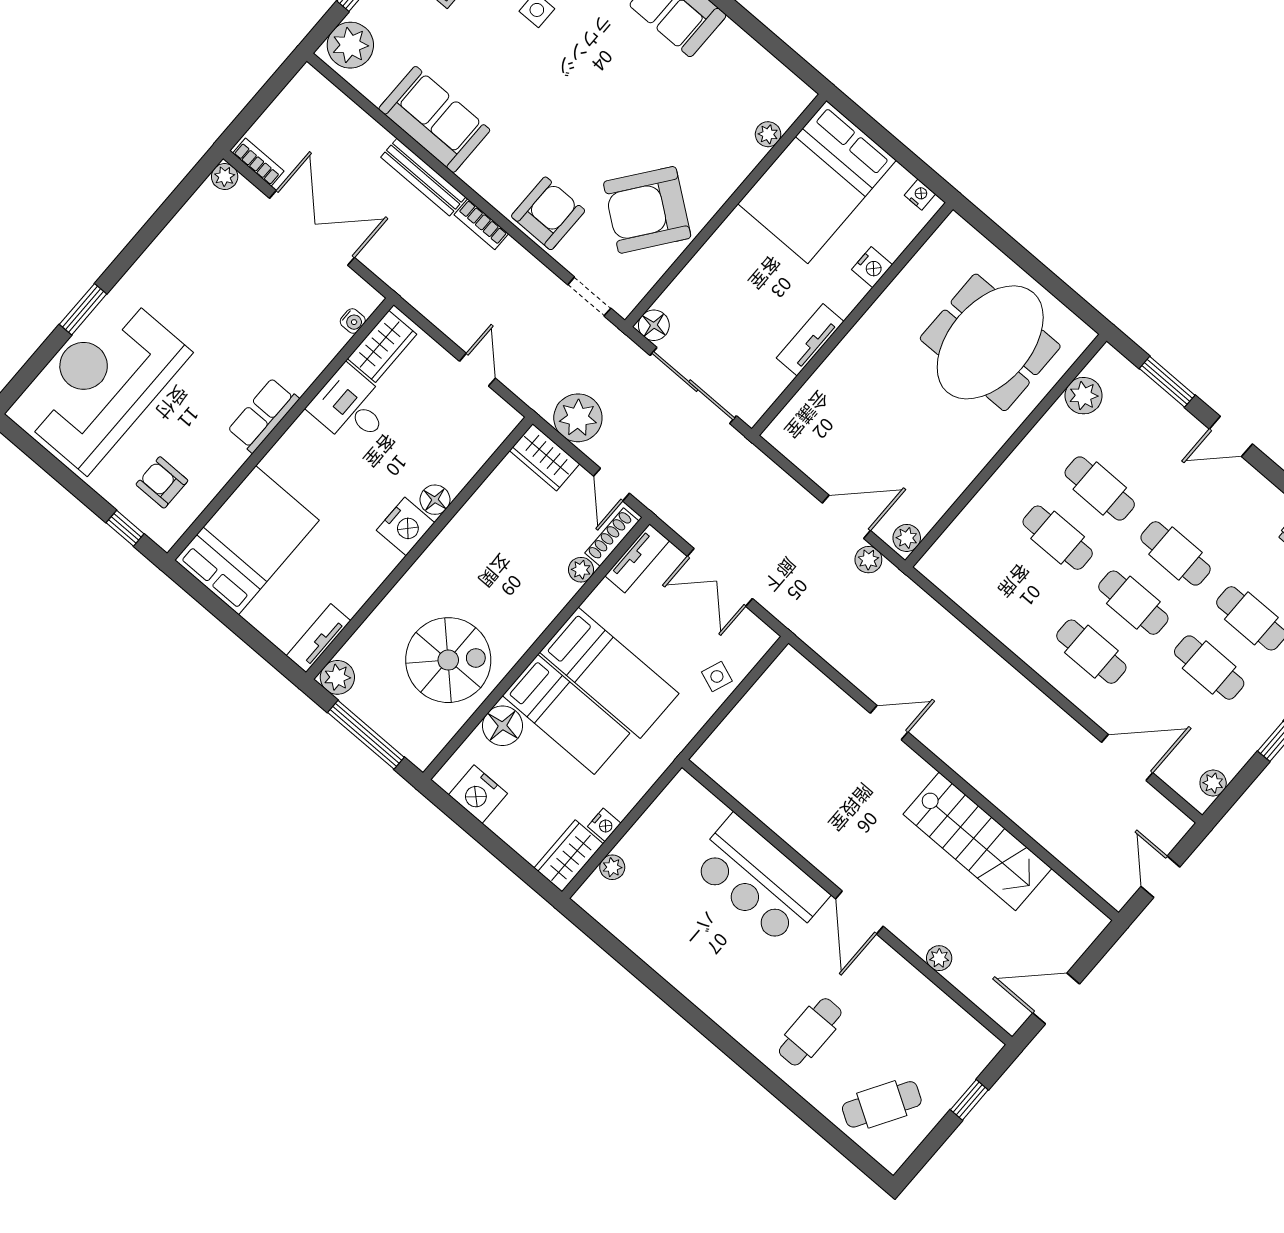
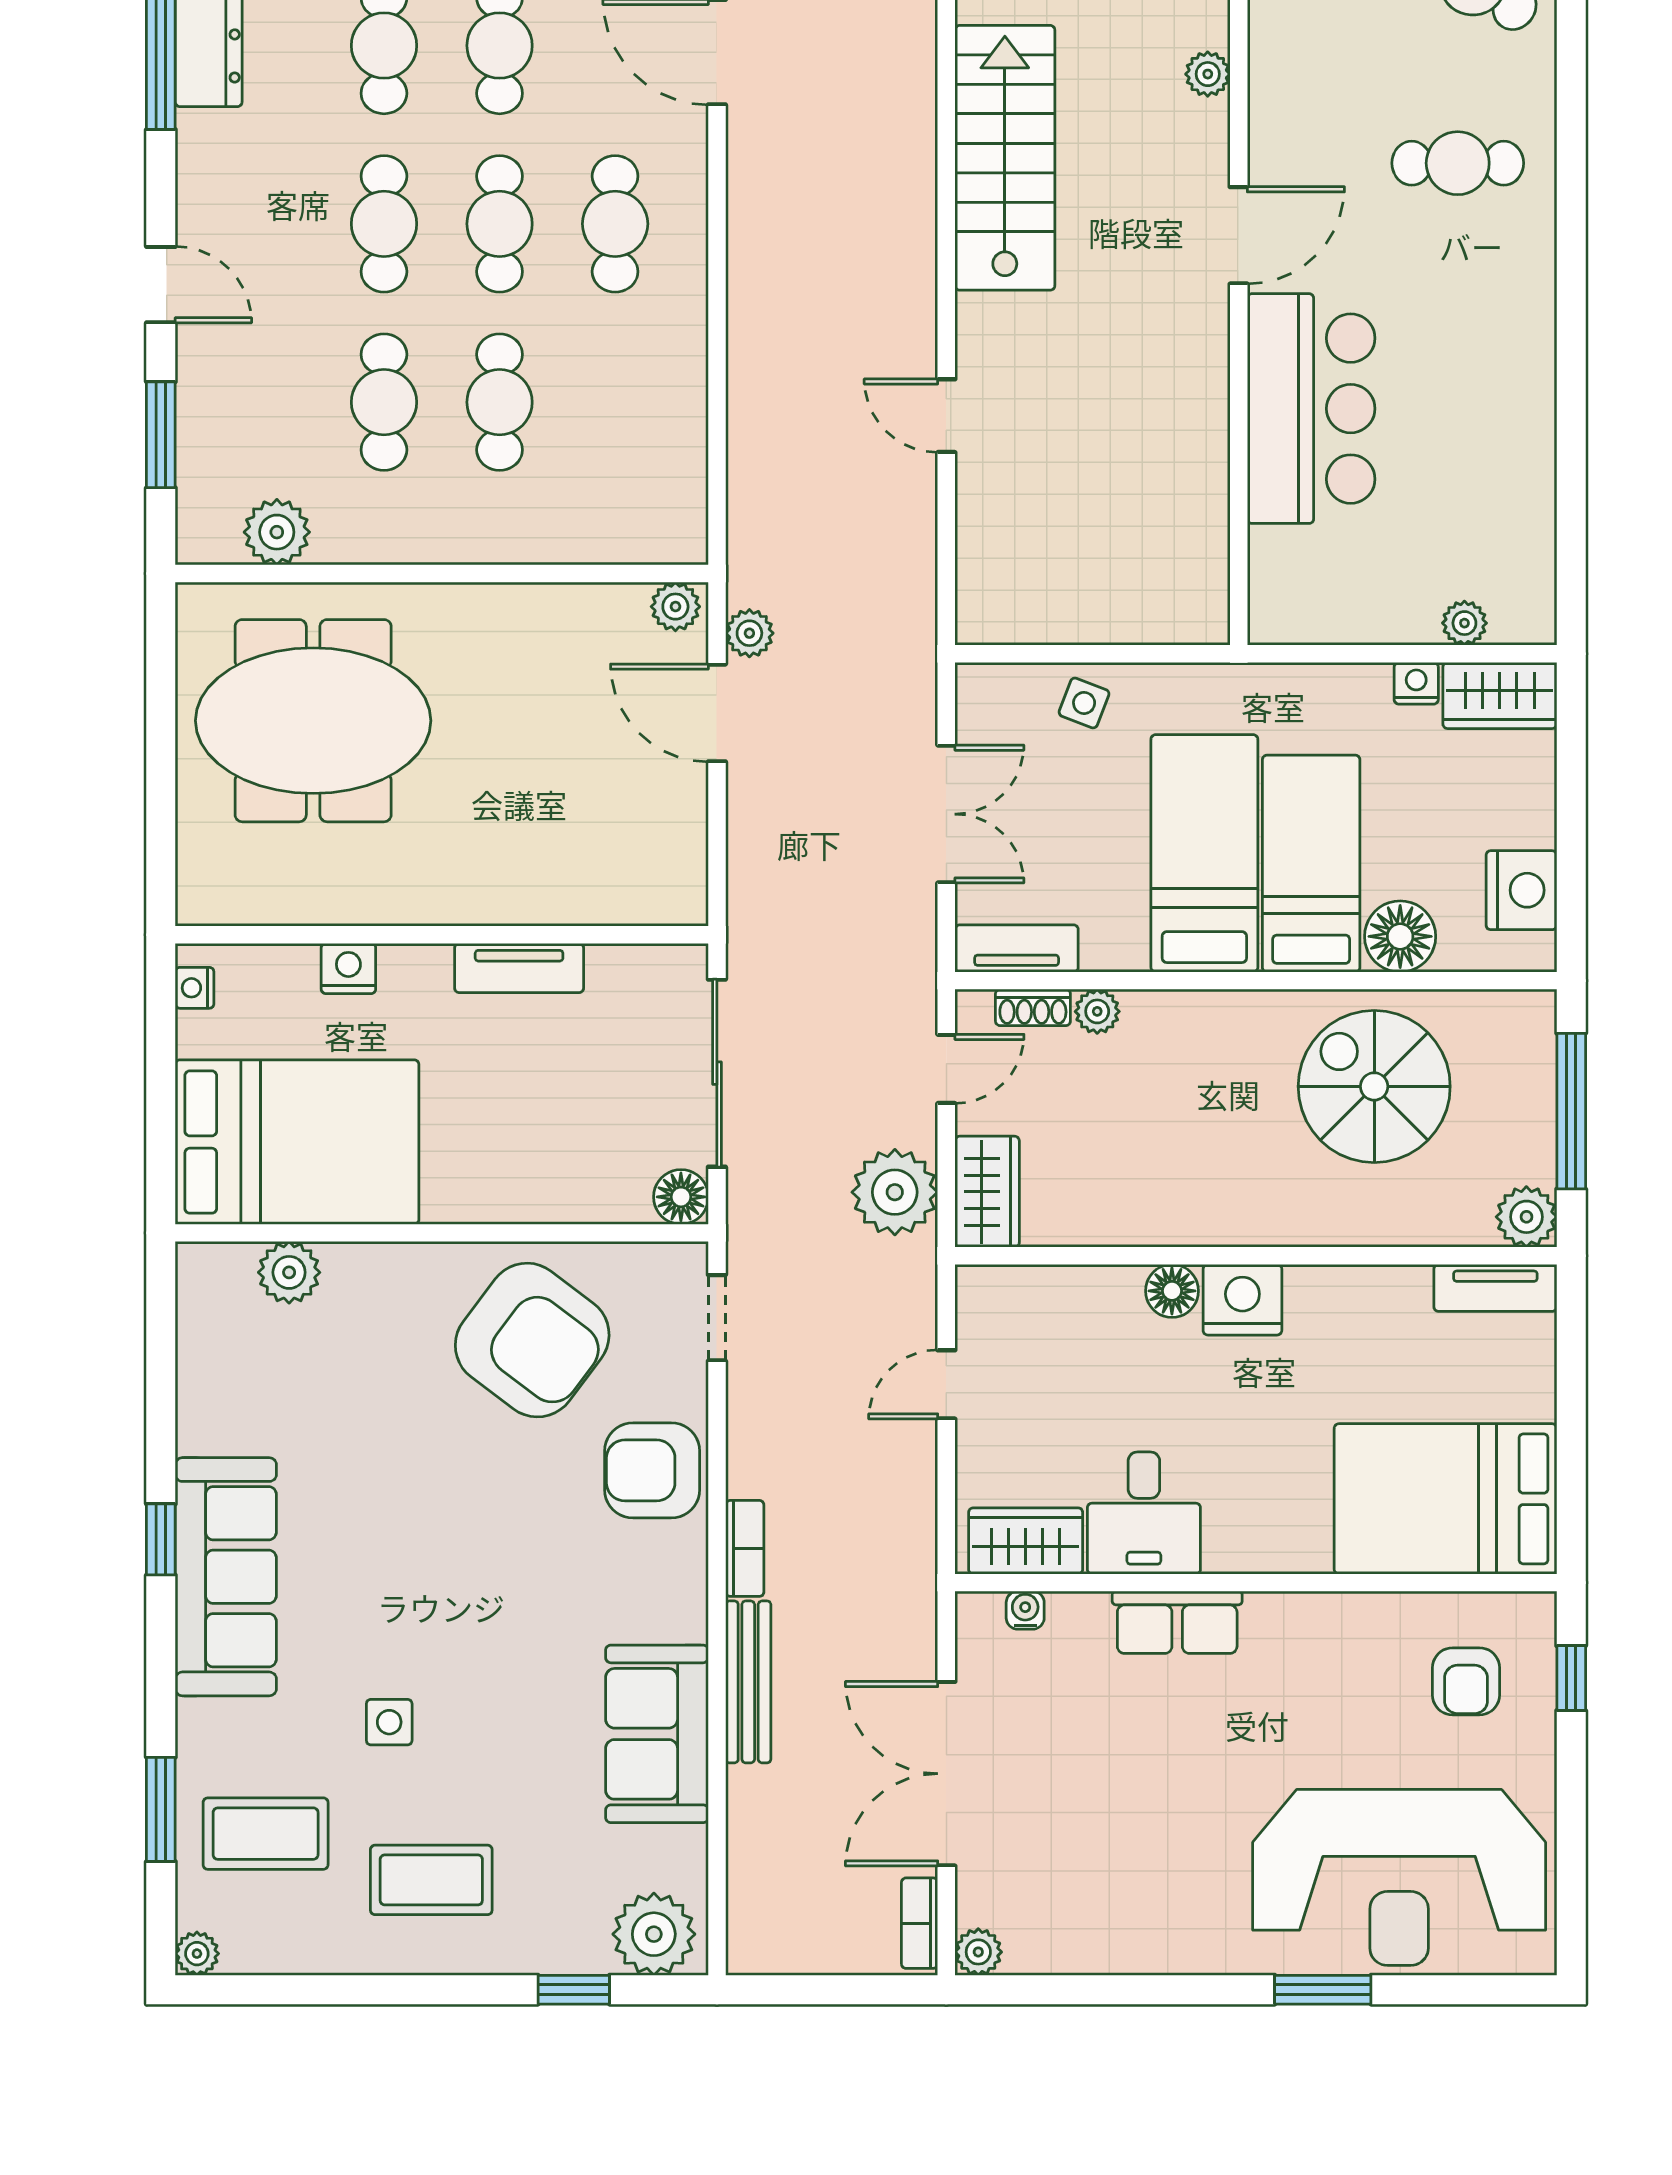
plant: (768, 134) -> (289, 1272), width x1.38, depth x1.38
row of seats: (263, 415) -> (1177, 1622), moved
shoe rack: (612, 537) -> (1033, 1007), width x0.70

